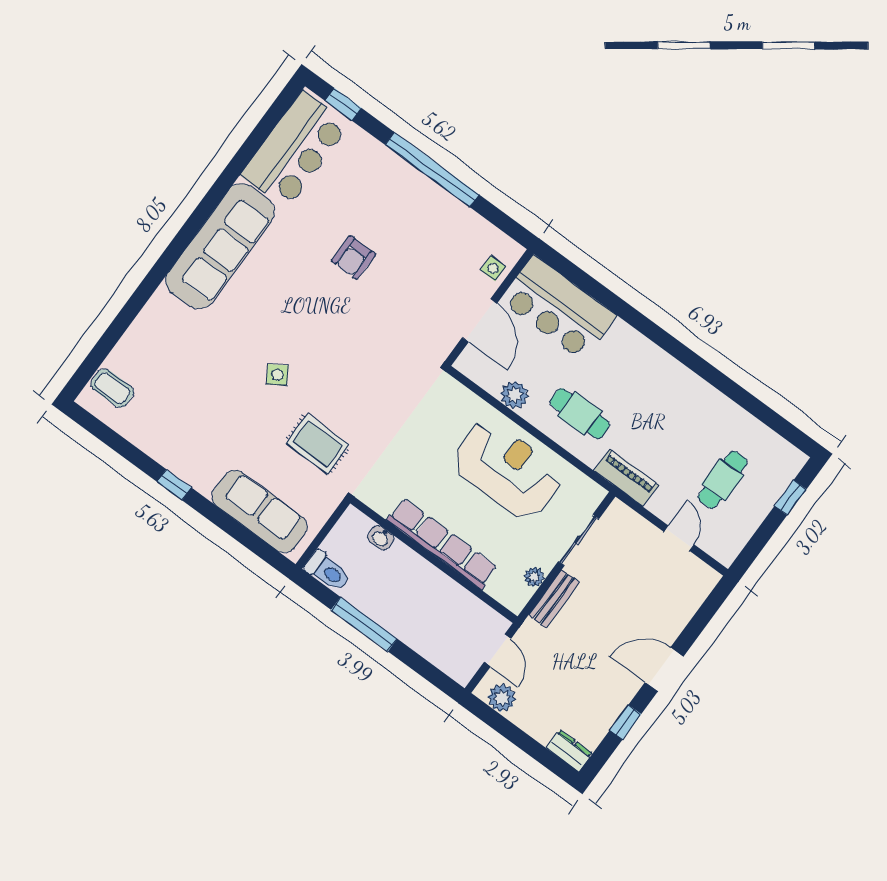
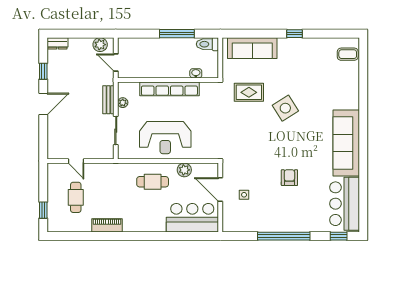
side table: (493, 268) -> (244, 195), moved
side table: (277, 375) -> (285, 108), width x1.87, depth x1.87
piano: (626, 478) -> (107, 225), moved, turned 180

